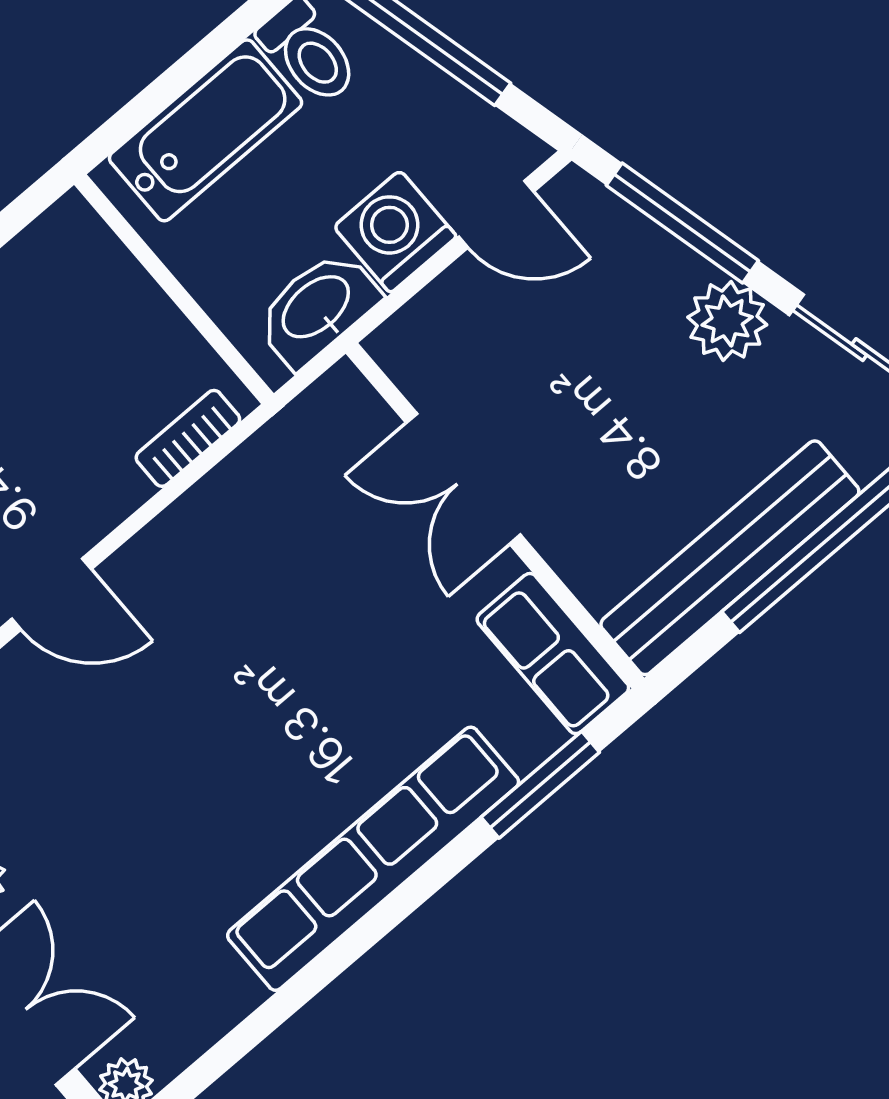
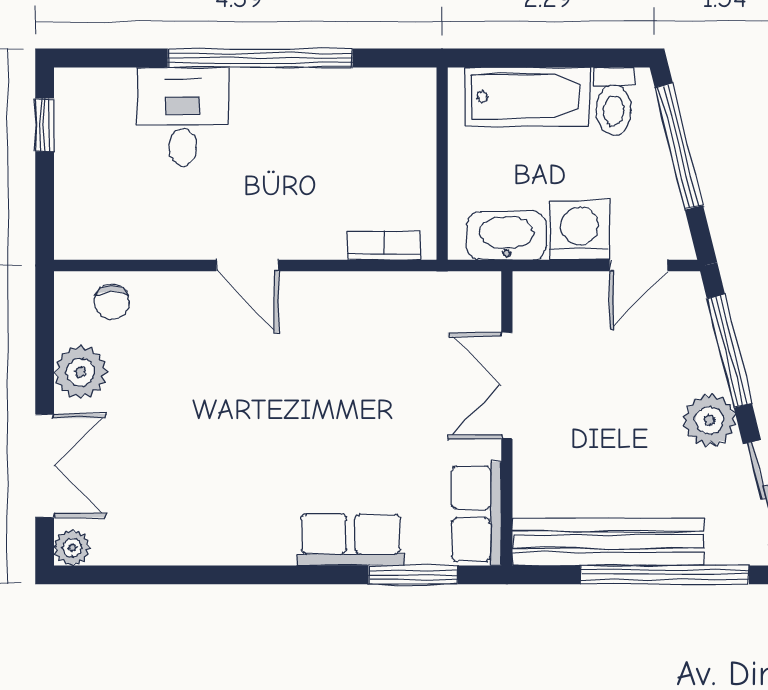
door: (496, 214) -> (639, 265), hinge flipped
row of seats: (373, 859) -> (351, 540), width x0.50

